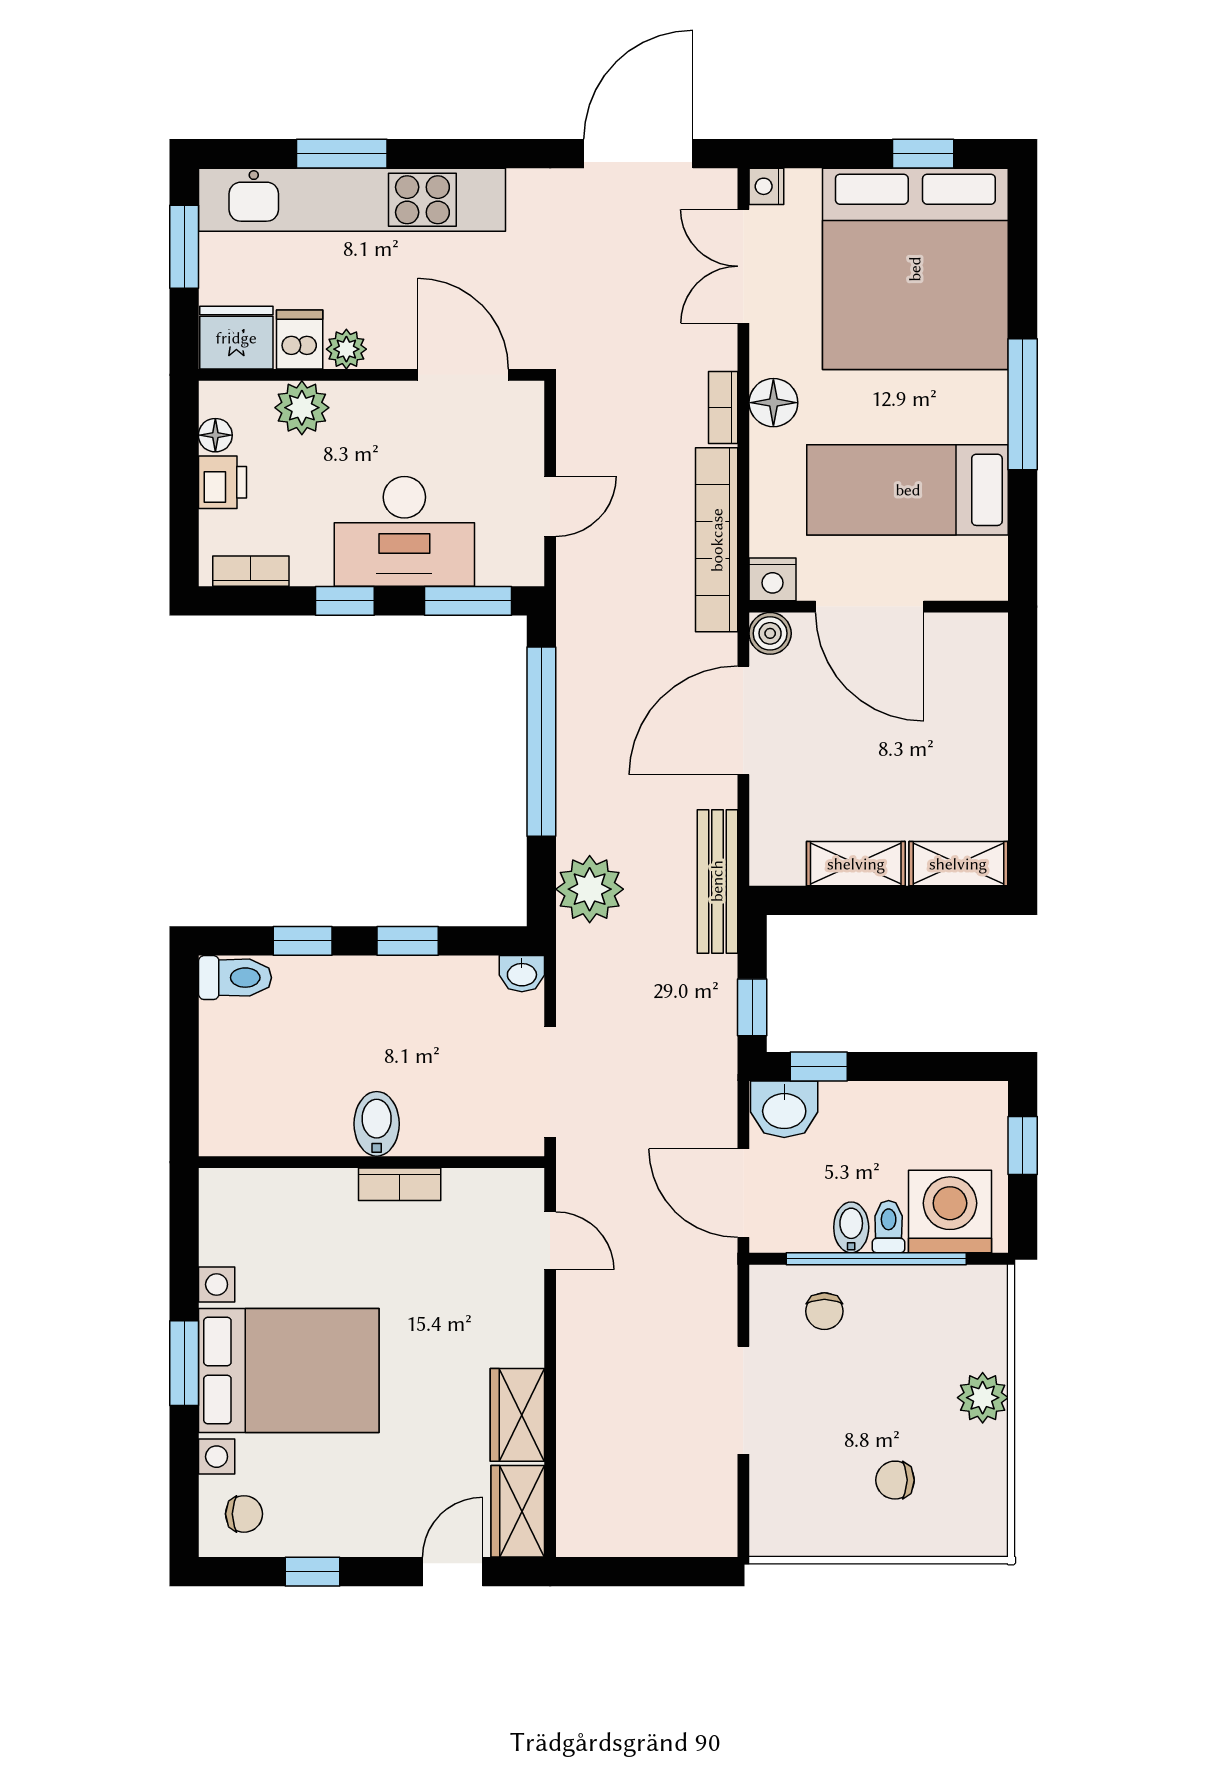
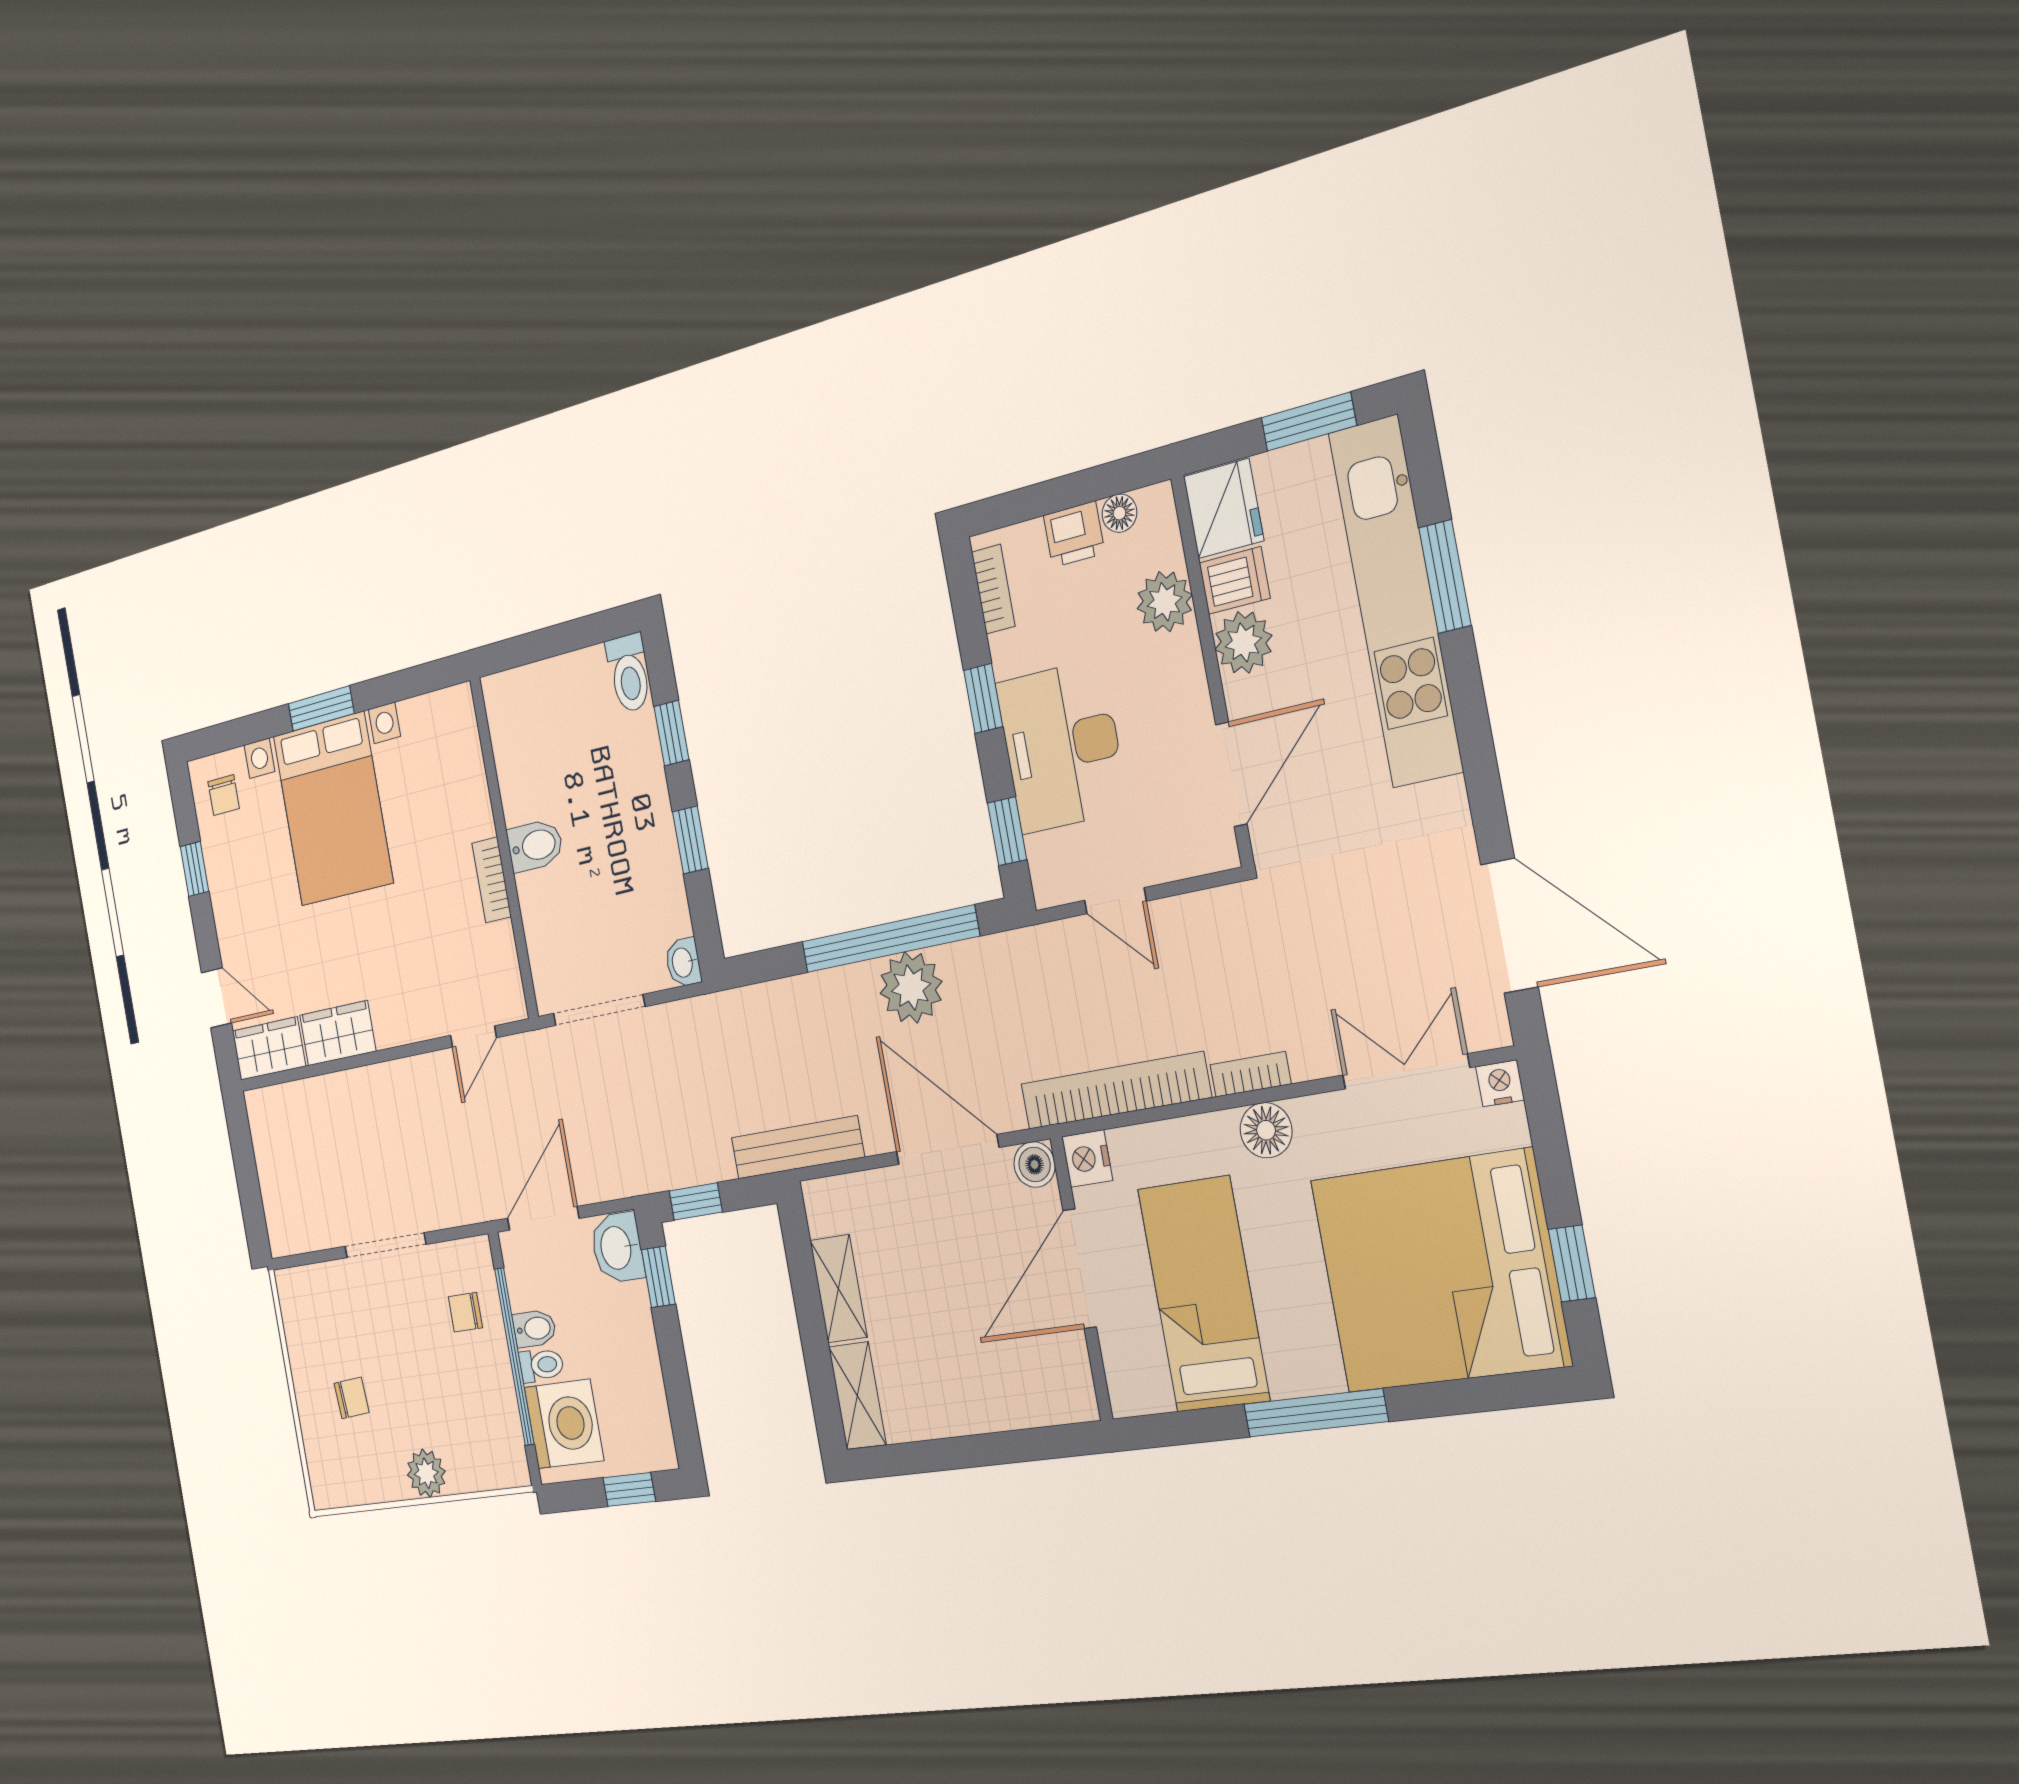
plant: (346, 349) -> (1243, 642), width x1.38, depth x1.38
window: (468, 601) -> (1007, 831), width x0.67
plant: (590, 889) -> (911, 987), moved
chair: (895, 1480) -> (352, 1398), turned 86

